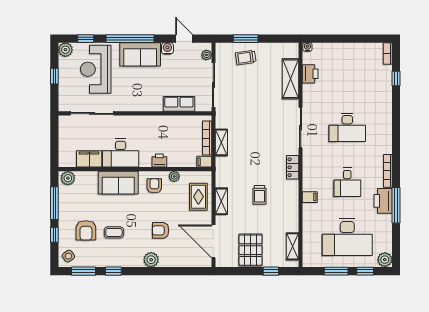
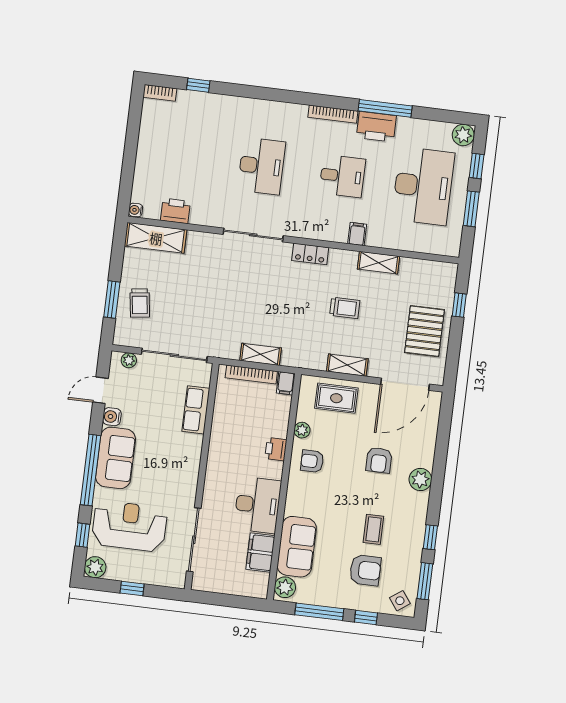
reception desk: (96, 69) -> (129, 526), turned 180
shelving: (290, 79) -> (156, 238), moved
sofa: (118, 183) -> (297, 547), moved
shelving: (292, 246) -> (378, 263), moved
pallet: (251, 250) -> (424, 331), turned 90

